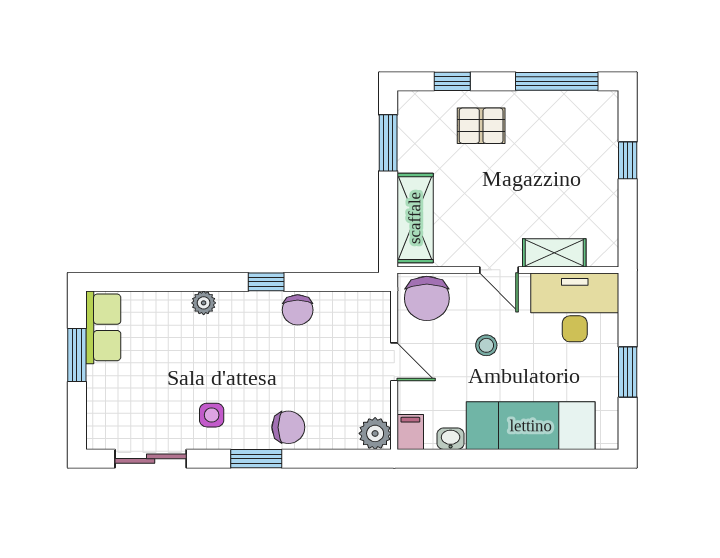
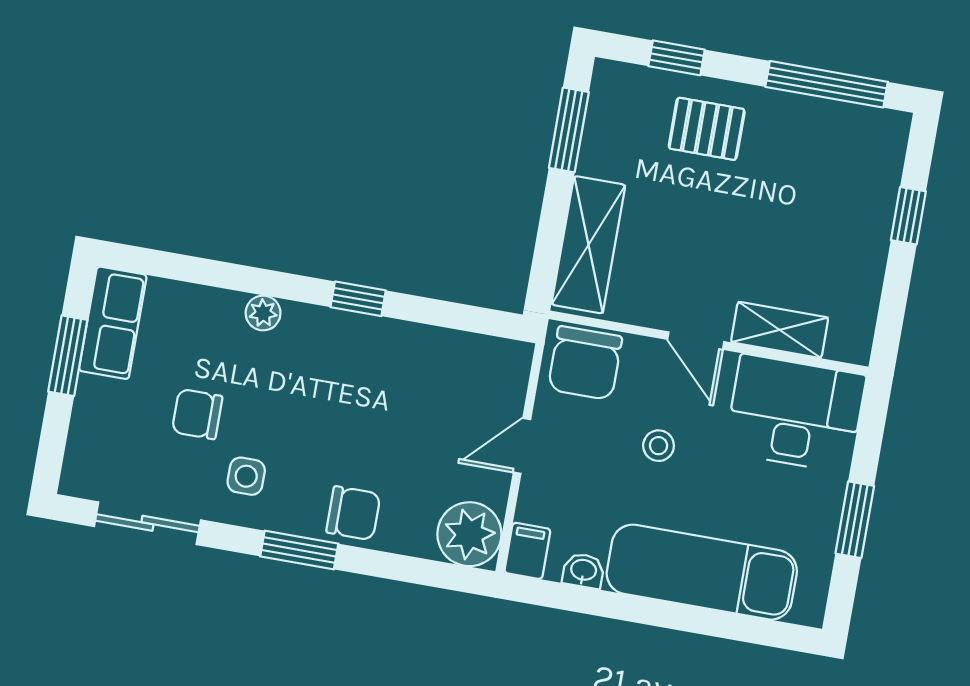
chair: (298, 310) -> (197, 414), moved, turned 90
door: (394, 362) -> (522, 446), swing flipped
plant: (375, 433) -> (469, 534), width x1.36, depth x1.36

